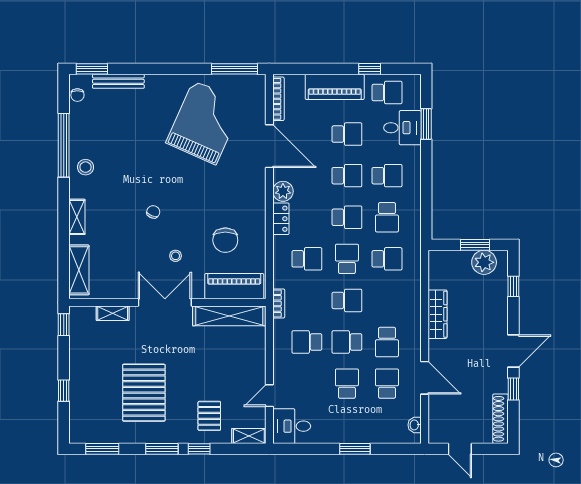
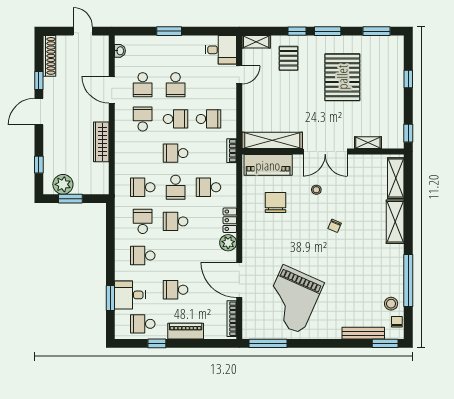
piano: (335, 87) -> (186, 331), width x0.73, depth x0.75
stool: (86, 167) -> (391, 304), moved
school desk: (347, 176) -> (176, 256), removed
shelving: (77, 217) -> (395, 222), width x1.50, depth x1.33

